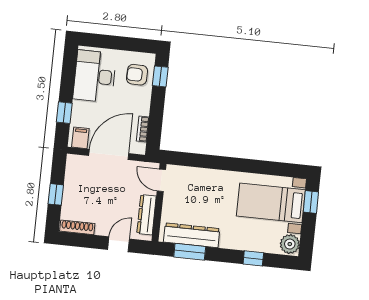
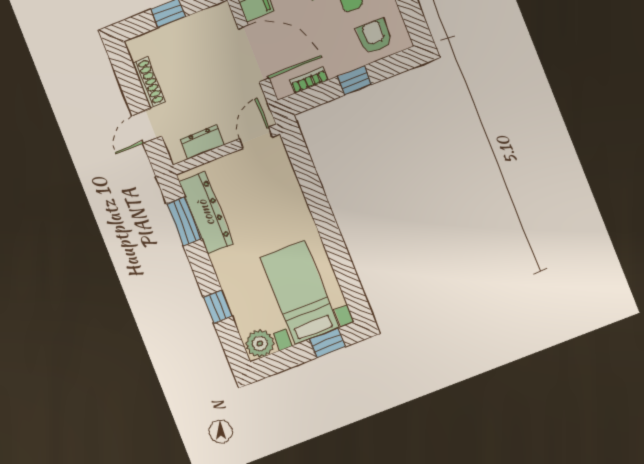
window: (160, 76) -> (355, 80), moved
dresser: (147, 215) -> (202, 142), width x0.70
shoe rack: (77, 227) -> (149, 82), moved
door: (119, 244) -> (147, 126), swing flipped

